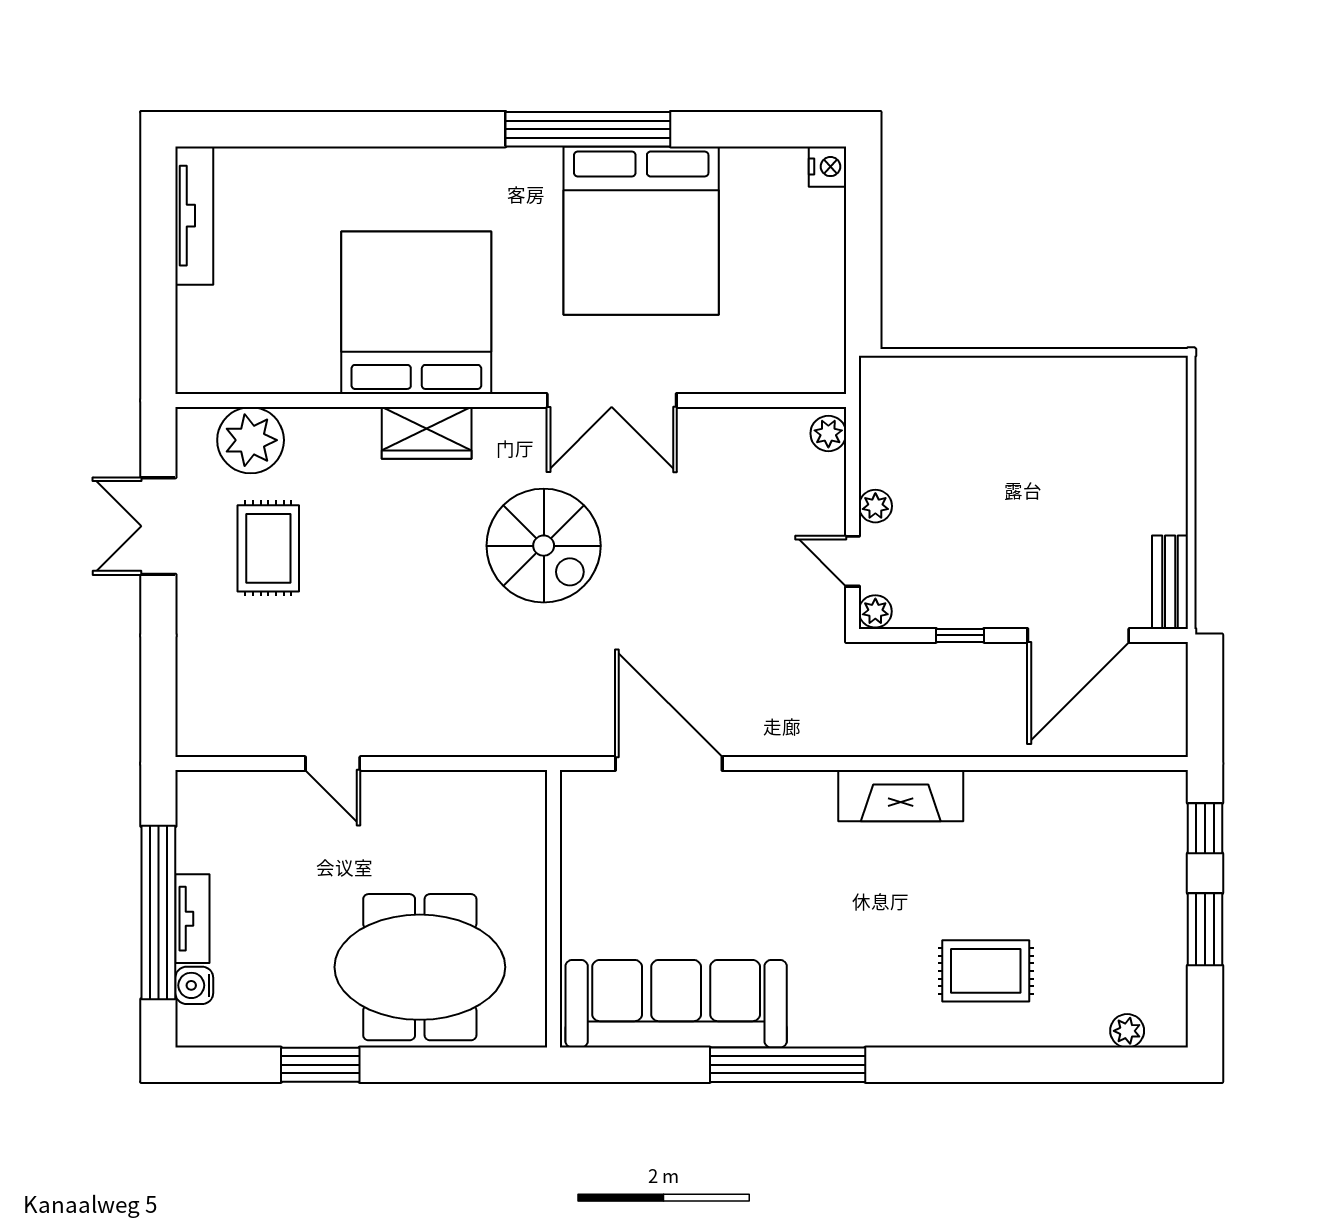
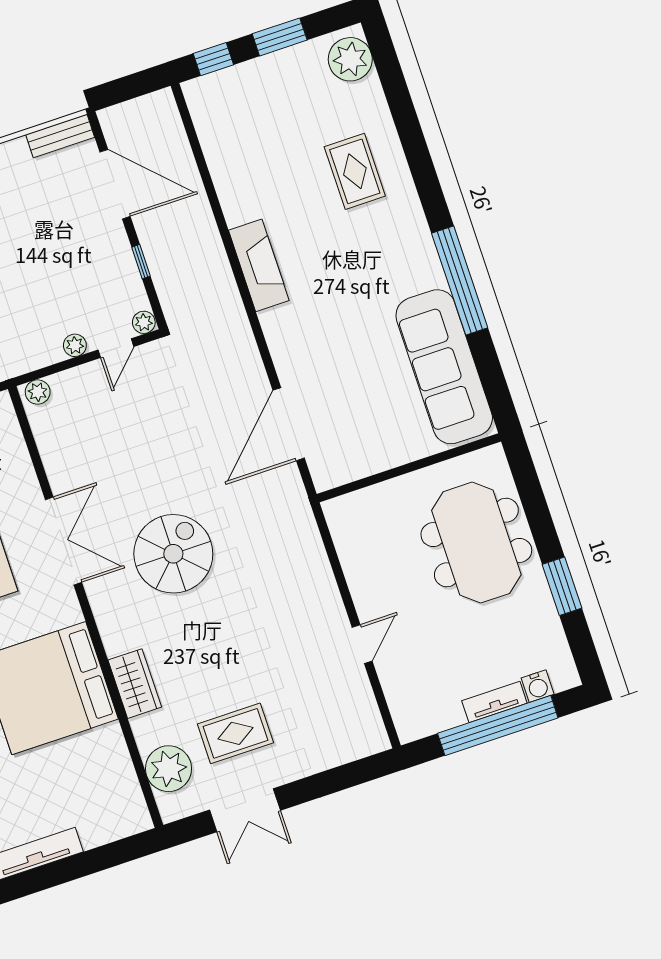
wardrobe: (427, 433) -> (135, 684), moved
plant: (1127, 1031) -> (350, 59), width x1.87, depth x1.87

